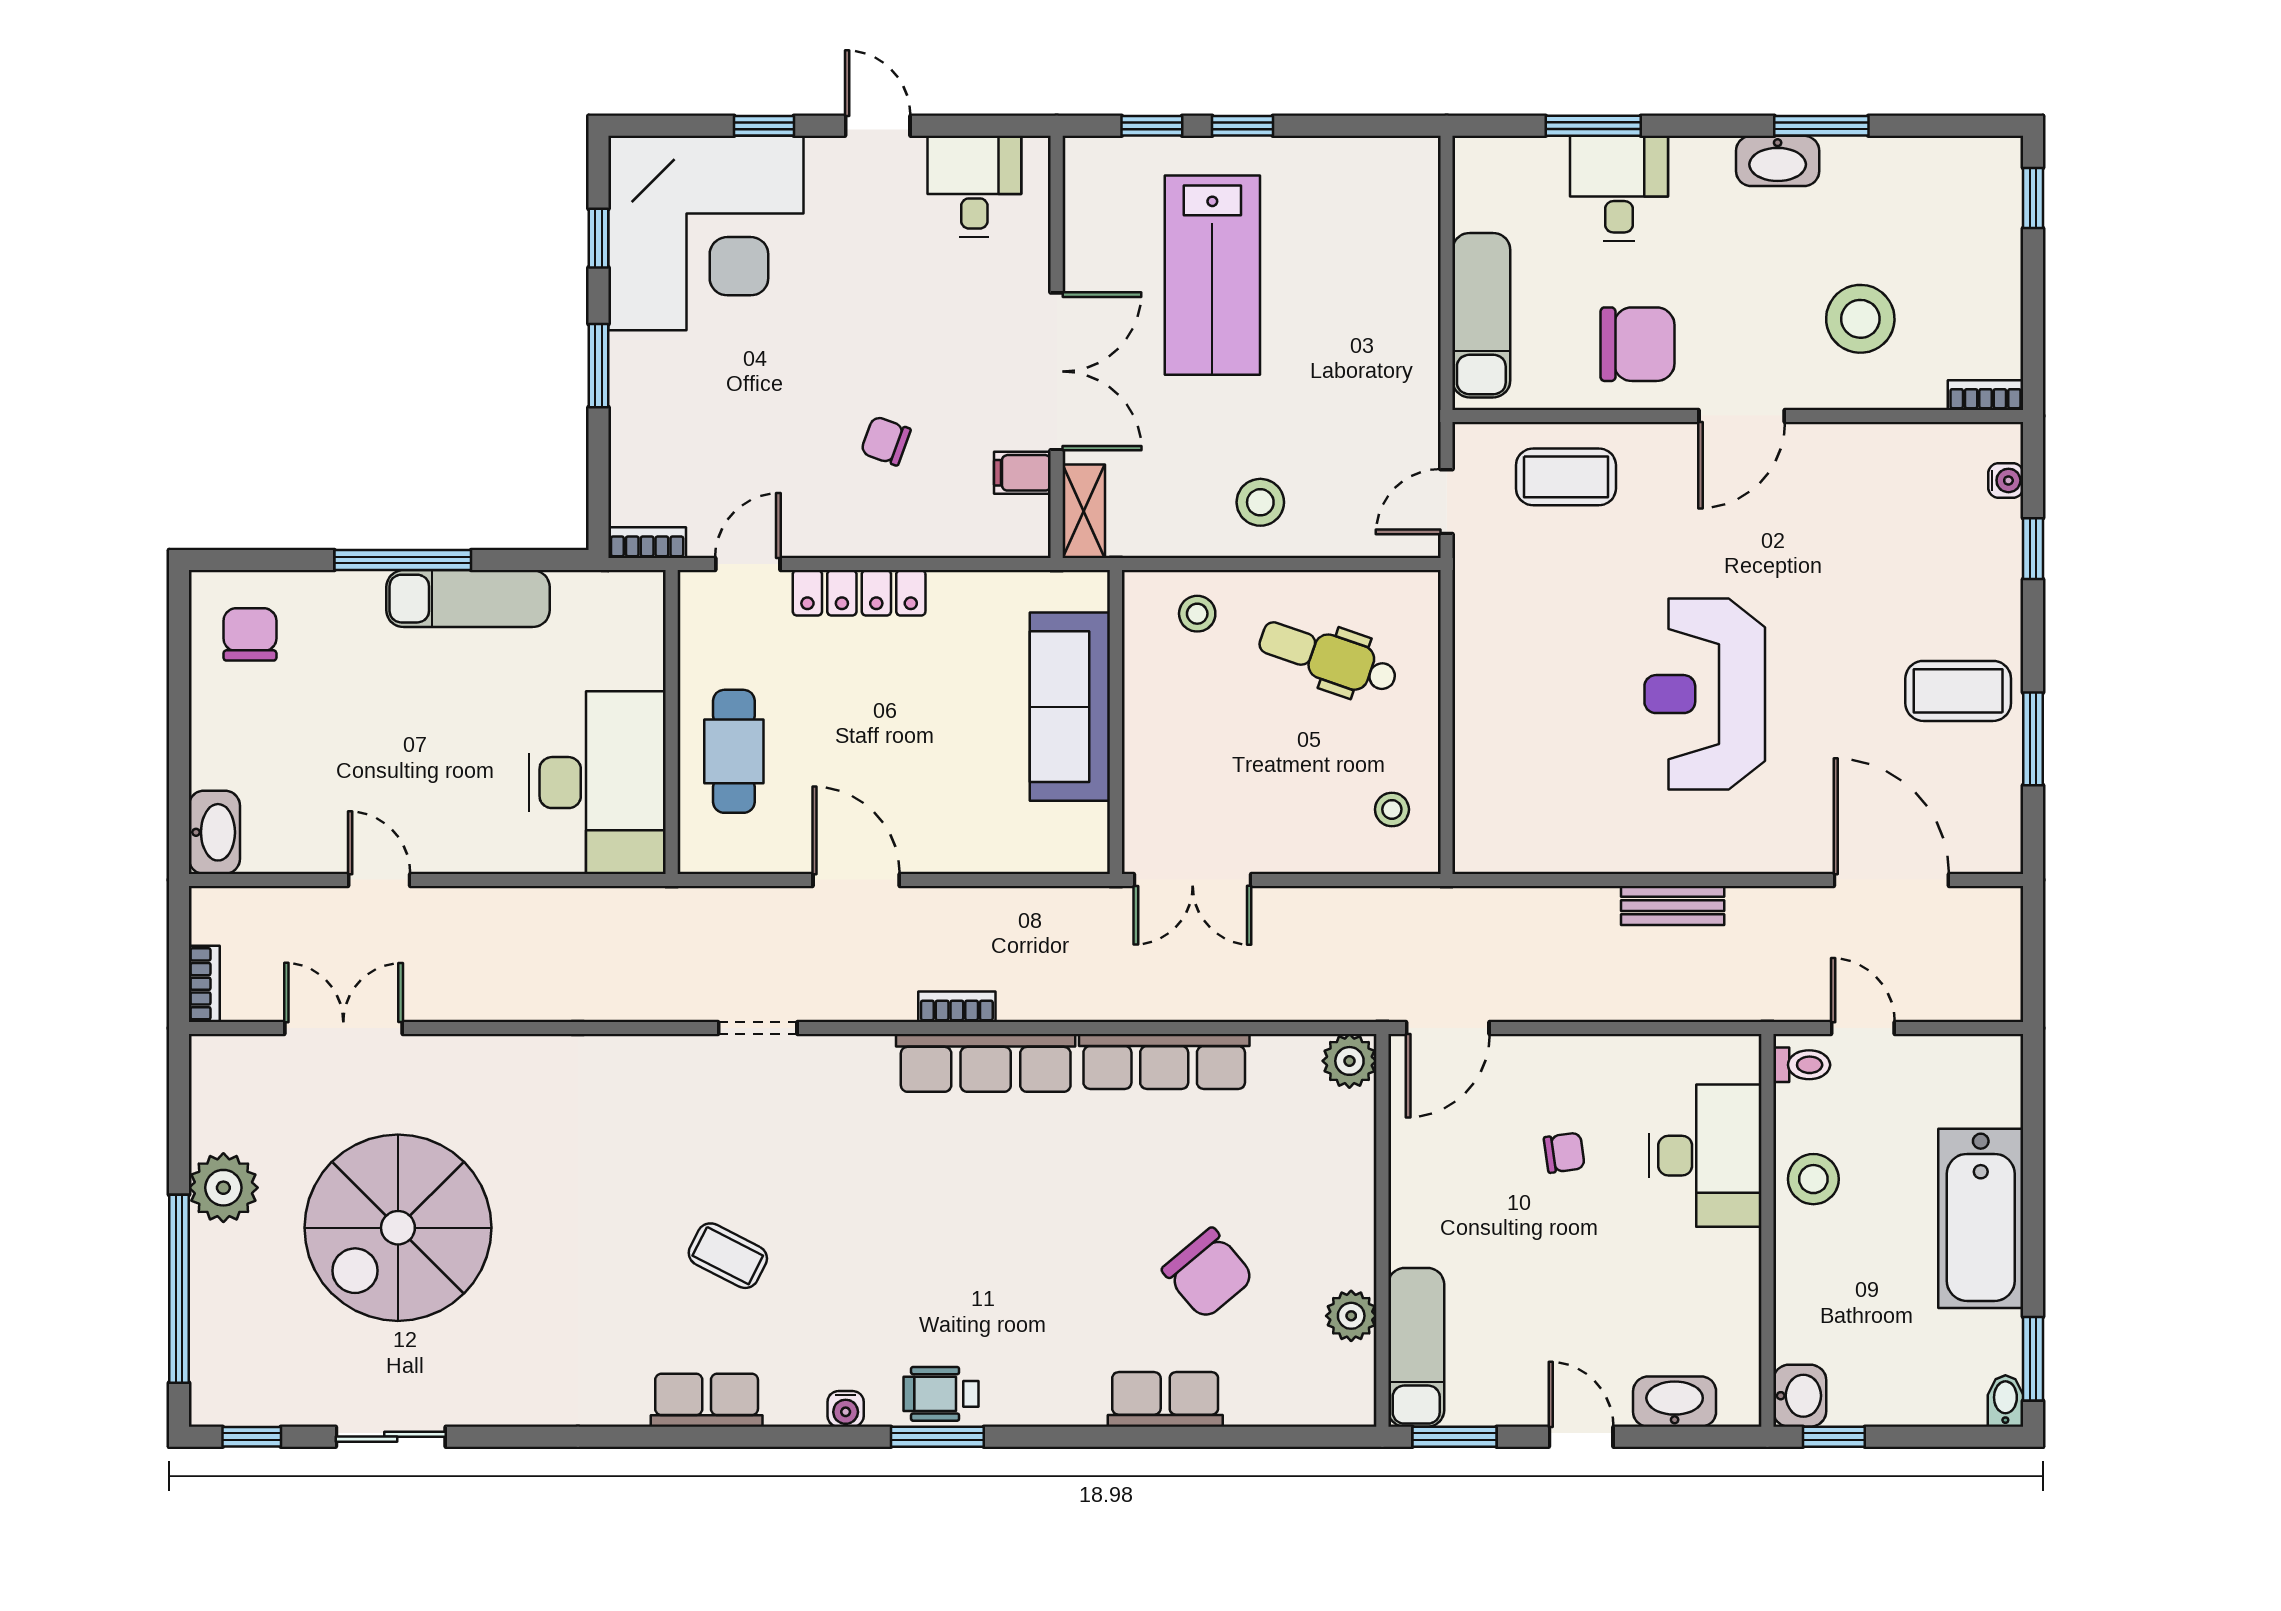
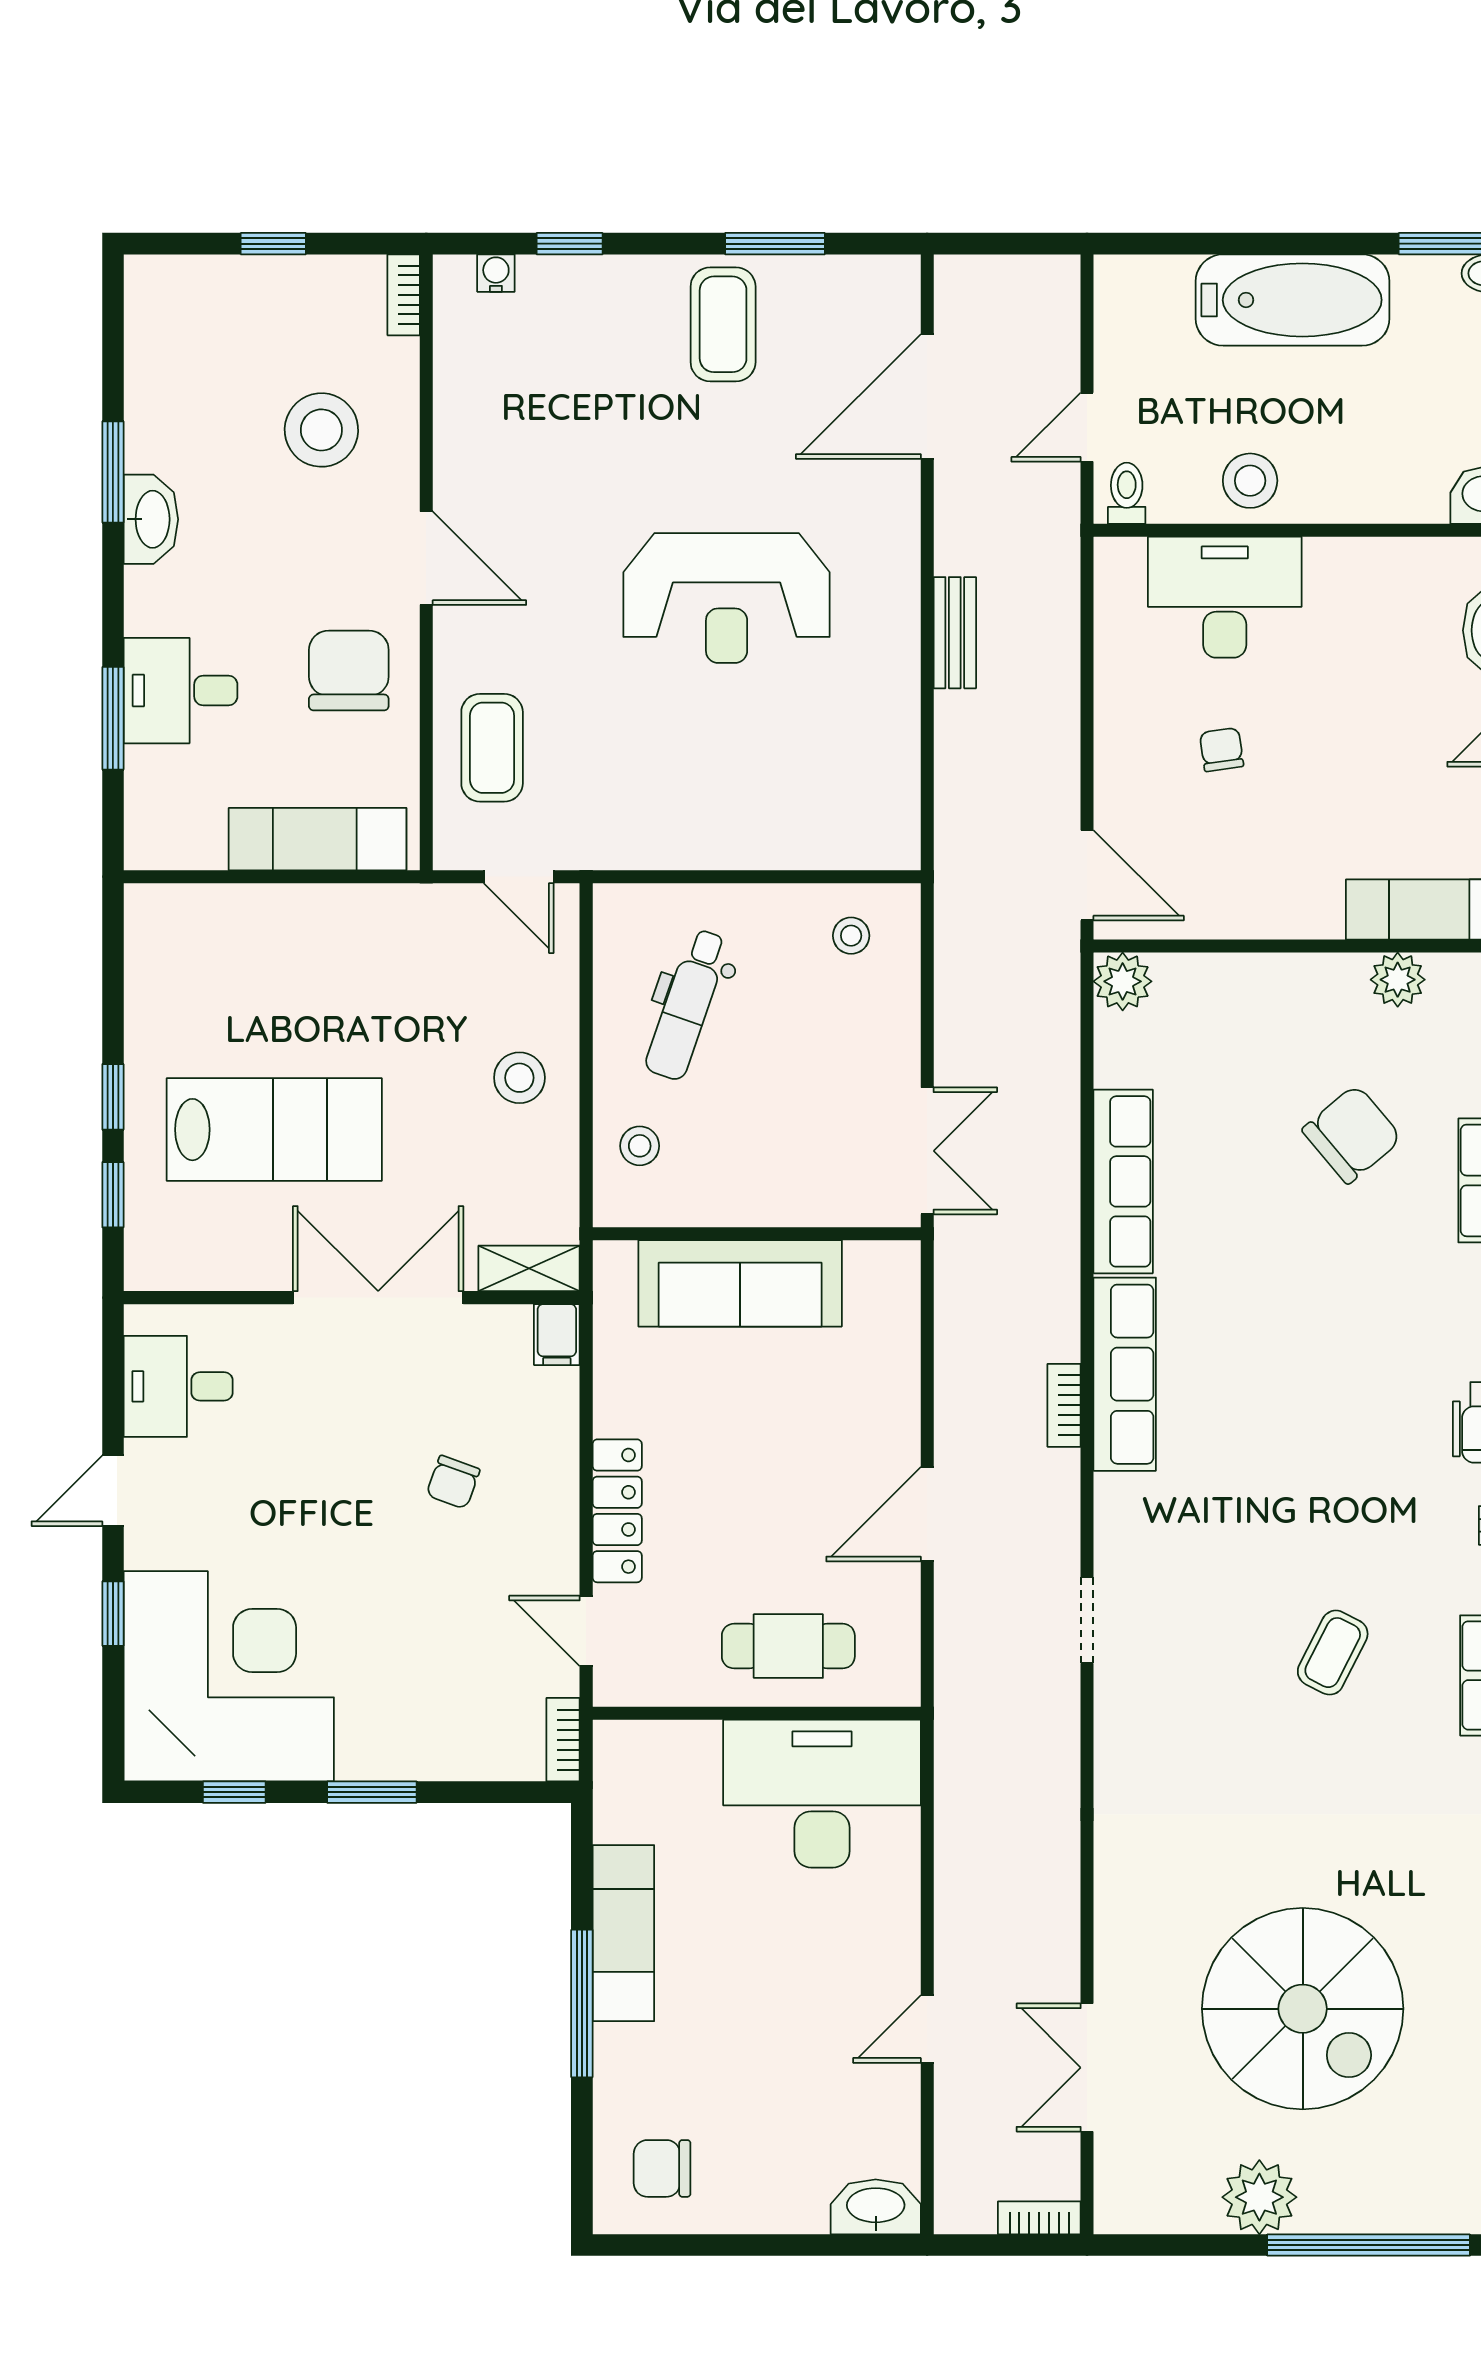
window: (2033, 198) -> (273, 244), moved
filing cabinet: (1022, 473) -> (557, 1335), moved

